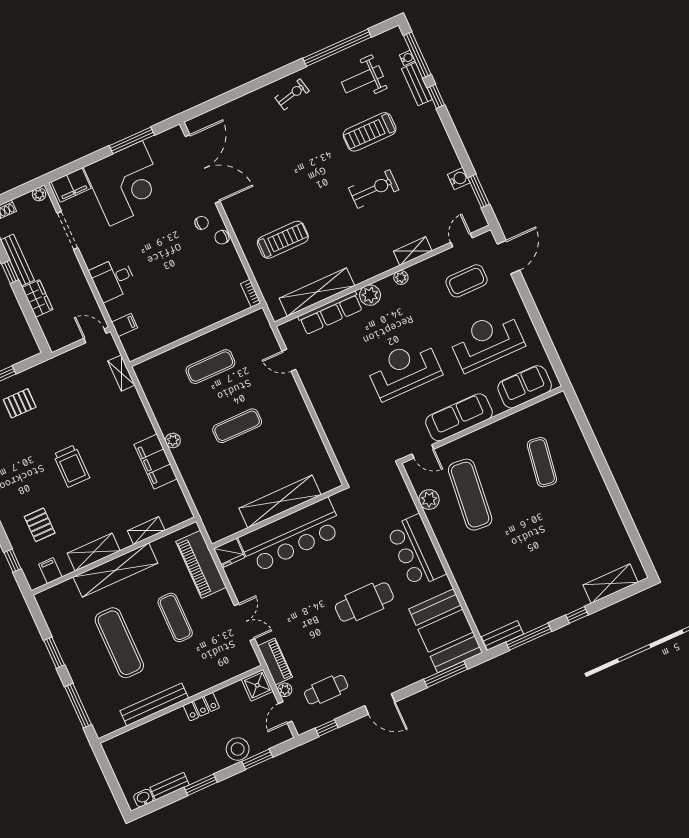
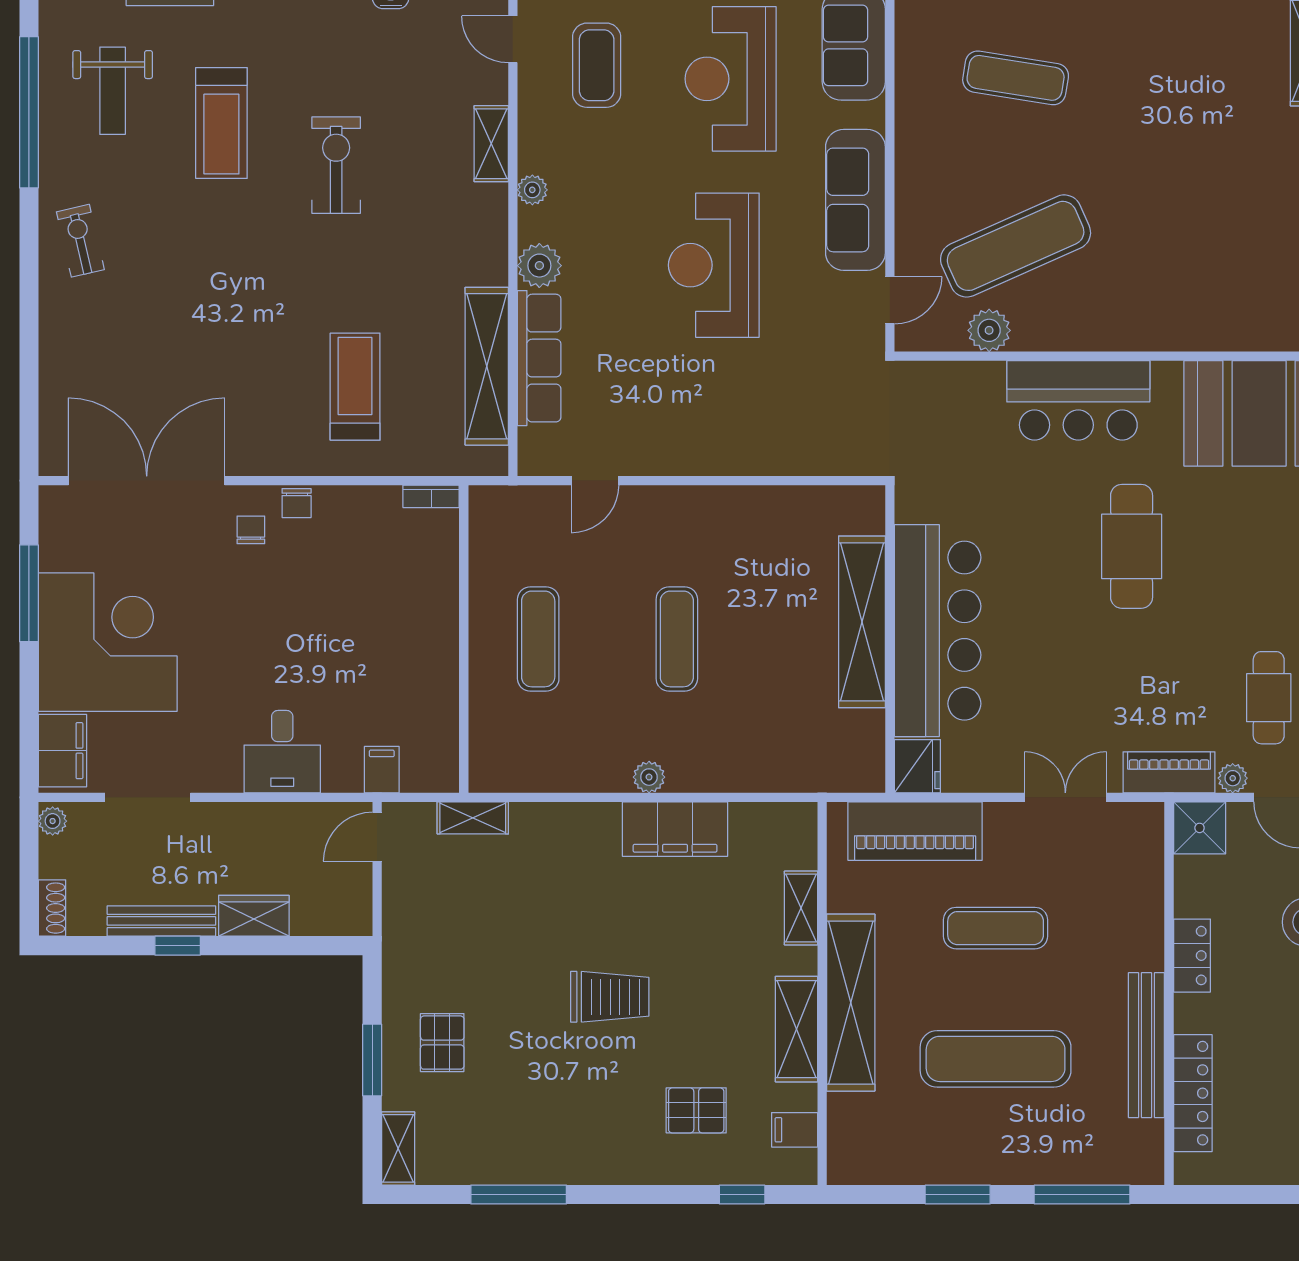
exercise mat: (470, 495) -> (1016, 246), turned -30
locker: (143, 734) -> (1193, 1093), added

